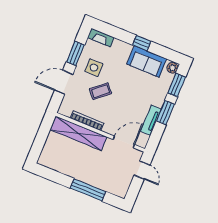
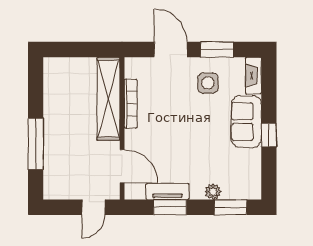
sofa: (147, 62) -> (246, 122), moved
plant: (172, 68) -> (213, 192), moved
coffee table: (100, 91) -> (179, 105), removed
window: (165, 113) -> (170, 207), moved

